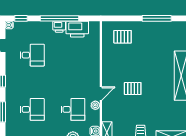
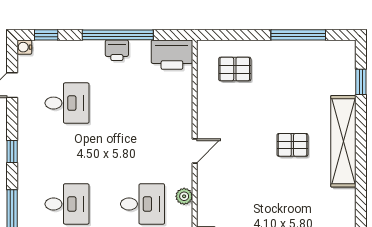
printer: (77, 29) -> (172, 55), moved
pallet: (133, 89) -> (292, 145), moved
door: (101, 94) -> (195, 151), moved

